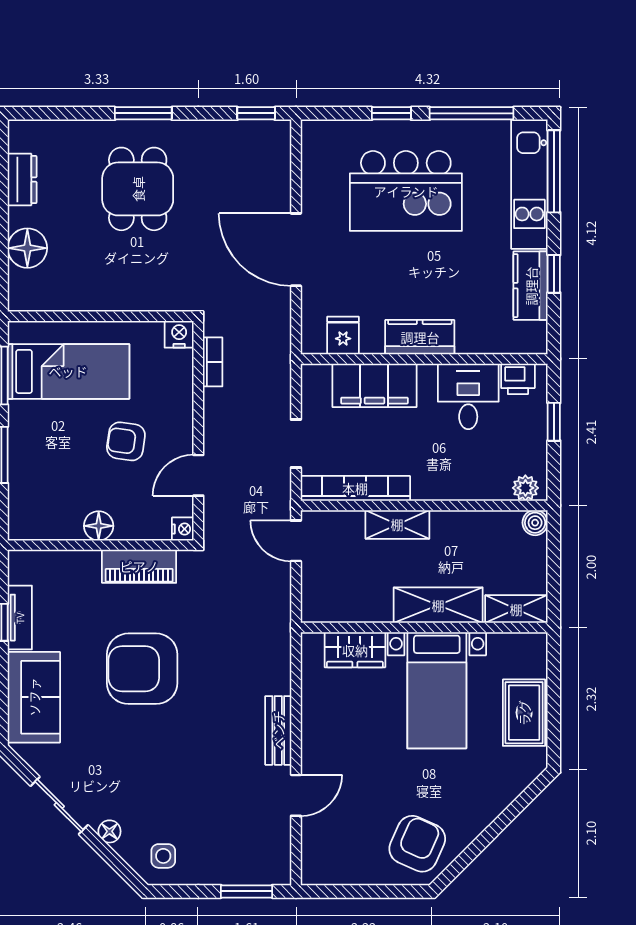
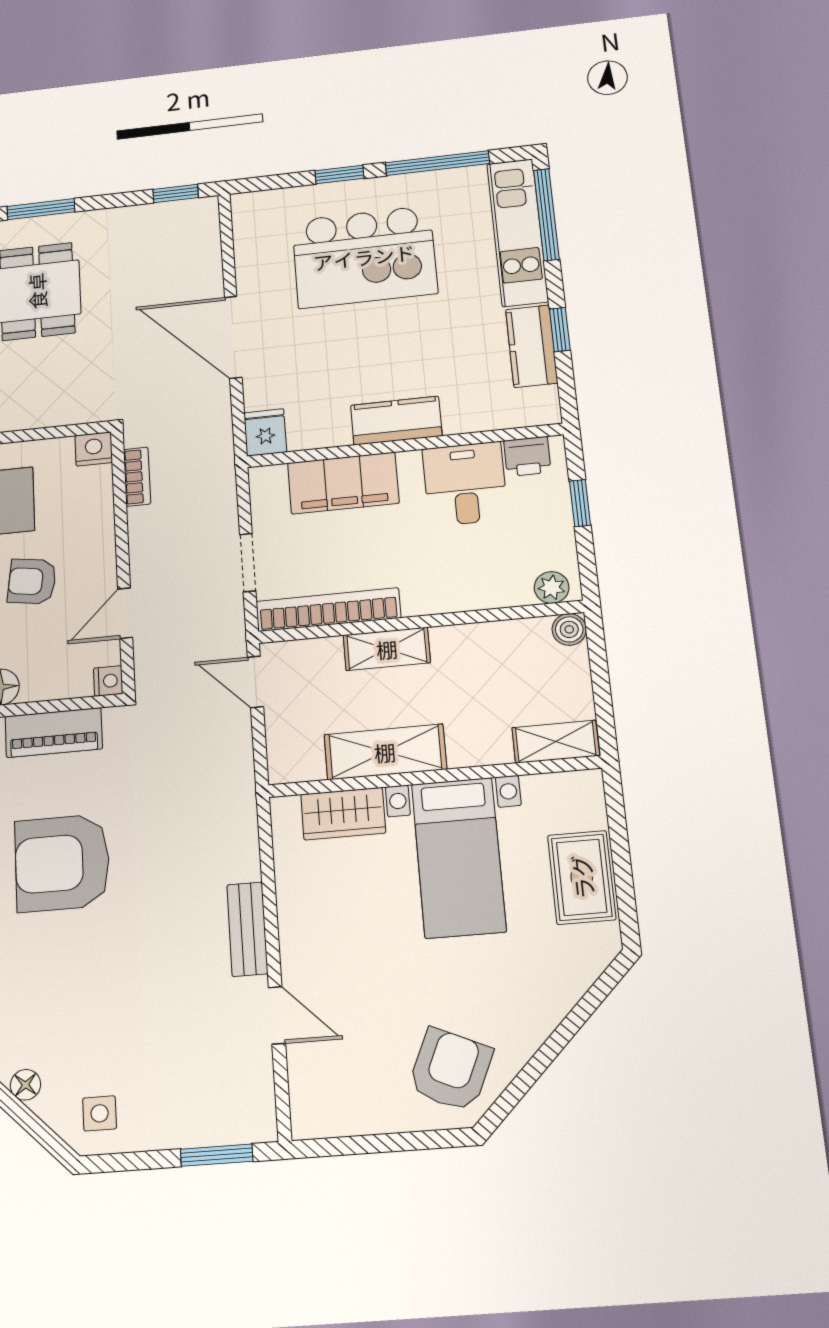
fridge: (343, 336) -> (265, 432), moved
shelving: (438, 605) -> (385, 752), moved
door: (296, 795) -> (277, 1015), hinge flipped

